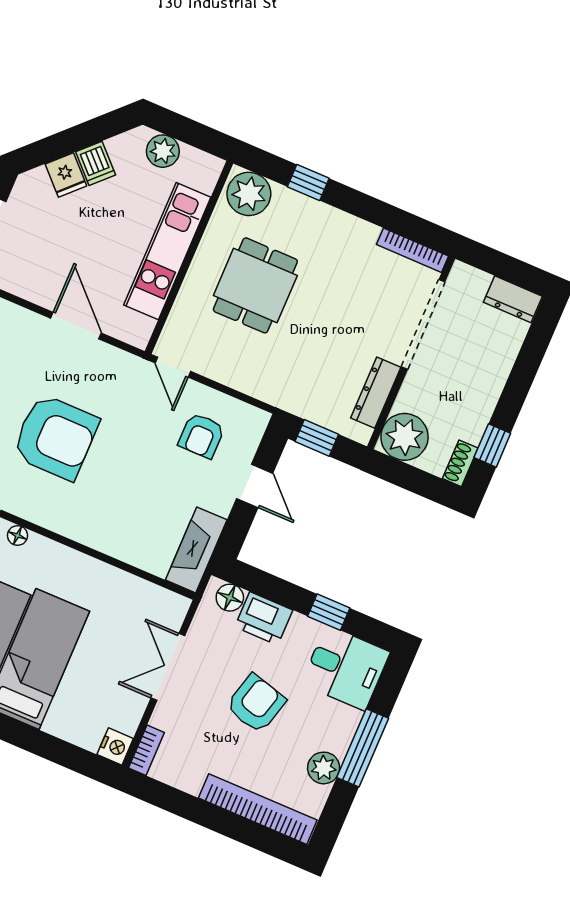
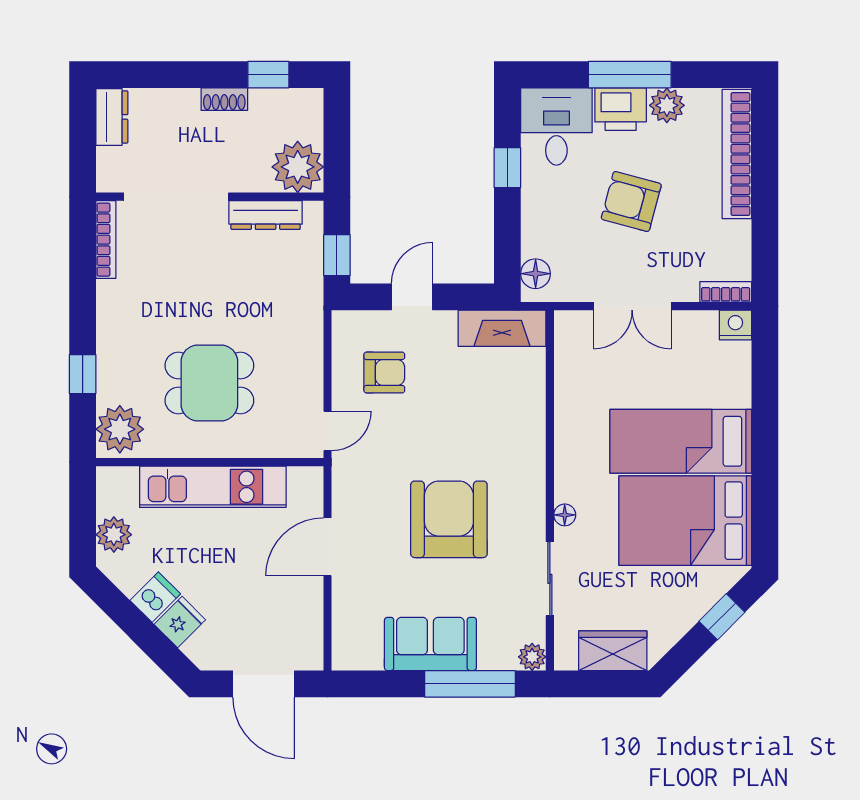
shoe rack: (460, 463) -> (224, 99), moved
printer: (264, 618) -> (621, 109), moved, turned 90

